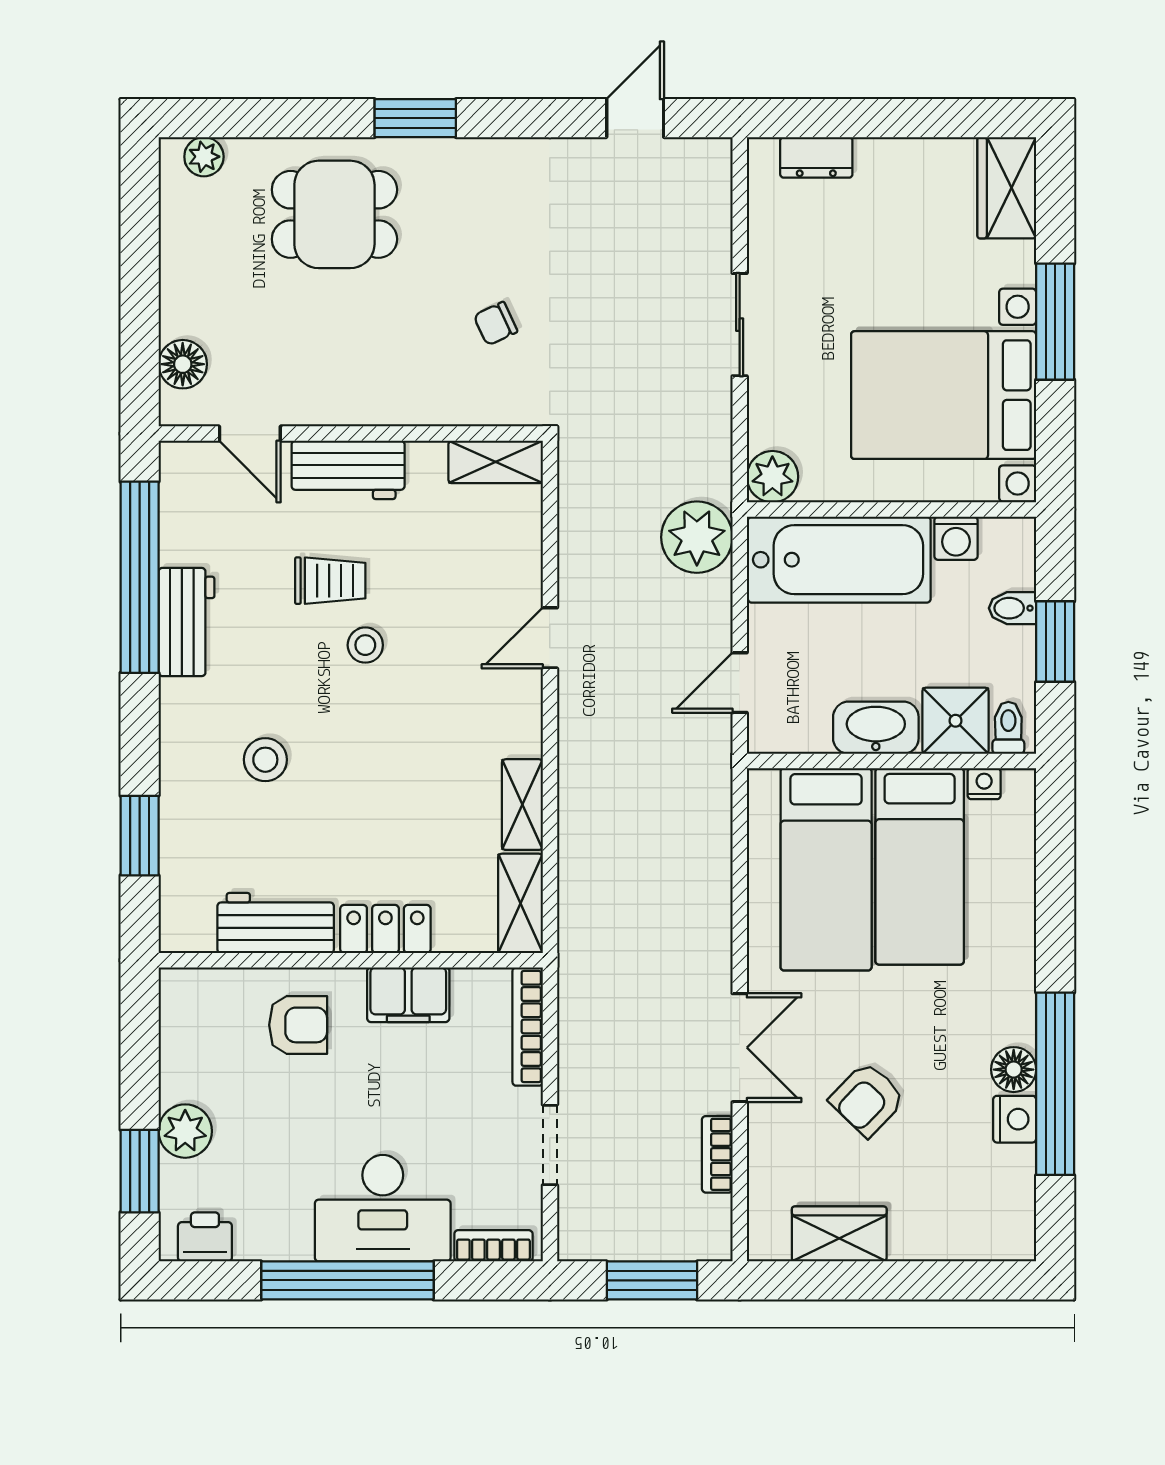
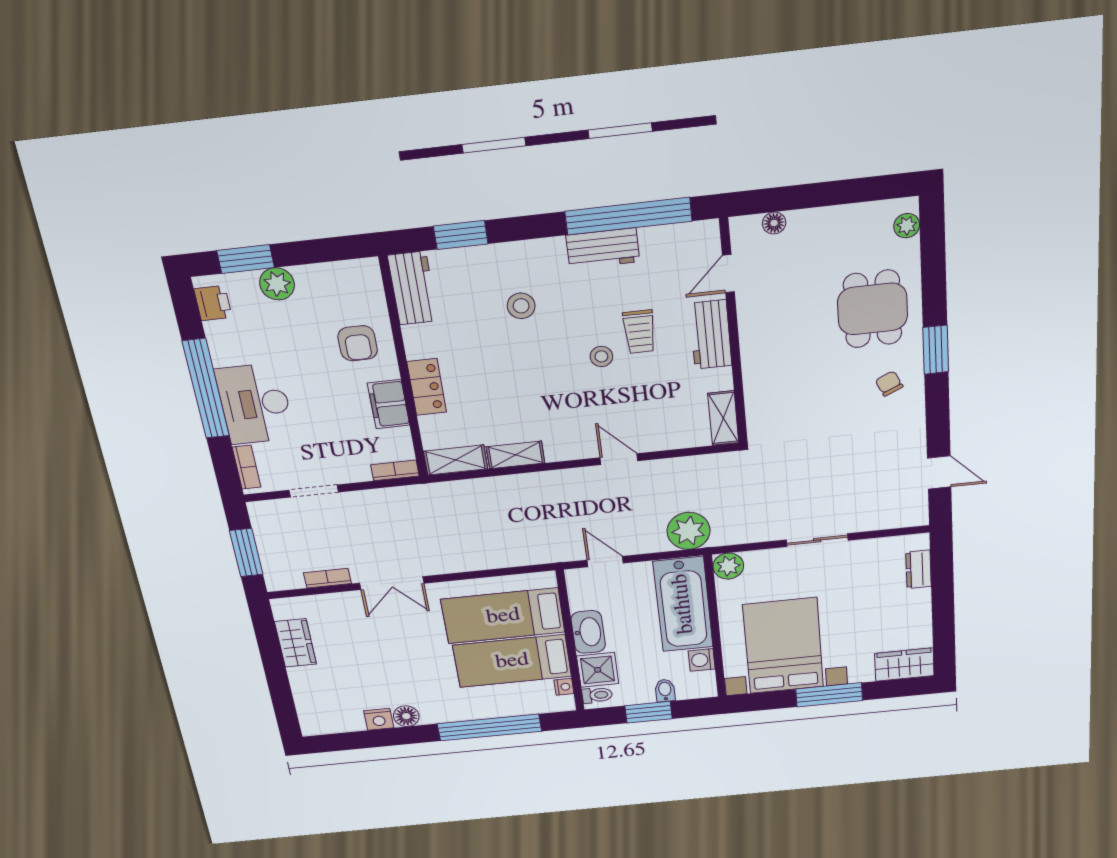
chair: (495, 324) -> (889, 384), moved
floor lamp: (183, 364) -> (774, 223), width x0.73, depth x0.73
workbench: (276, 923) -> (413, 288), moved
bookcase: (528, 1027) -> (395, 470), width x0.64
window: (1055, 1084) -> (489, 728), moved
armchair: (867, 1099) -> (375, 649), removed

